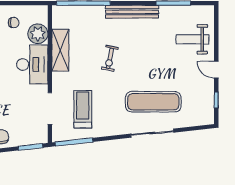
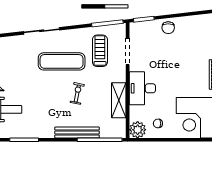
bench: (132, 12) -> (77, 133), moved
plant: (38, 34) -> (138, 130), moved
exercise mat: (153, 102) -> (62, 61), moved
treadmill: (83, 109) -> (100, 51), turned 180

